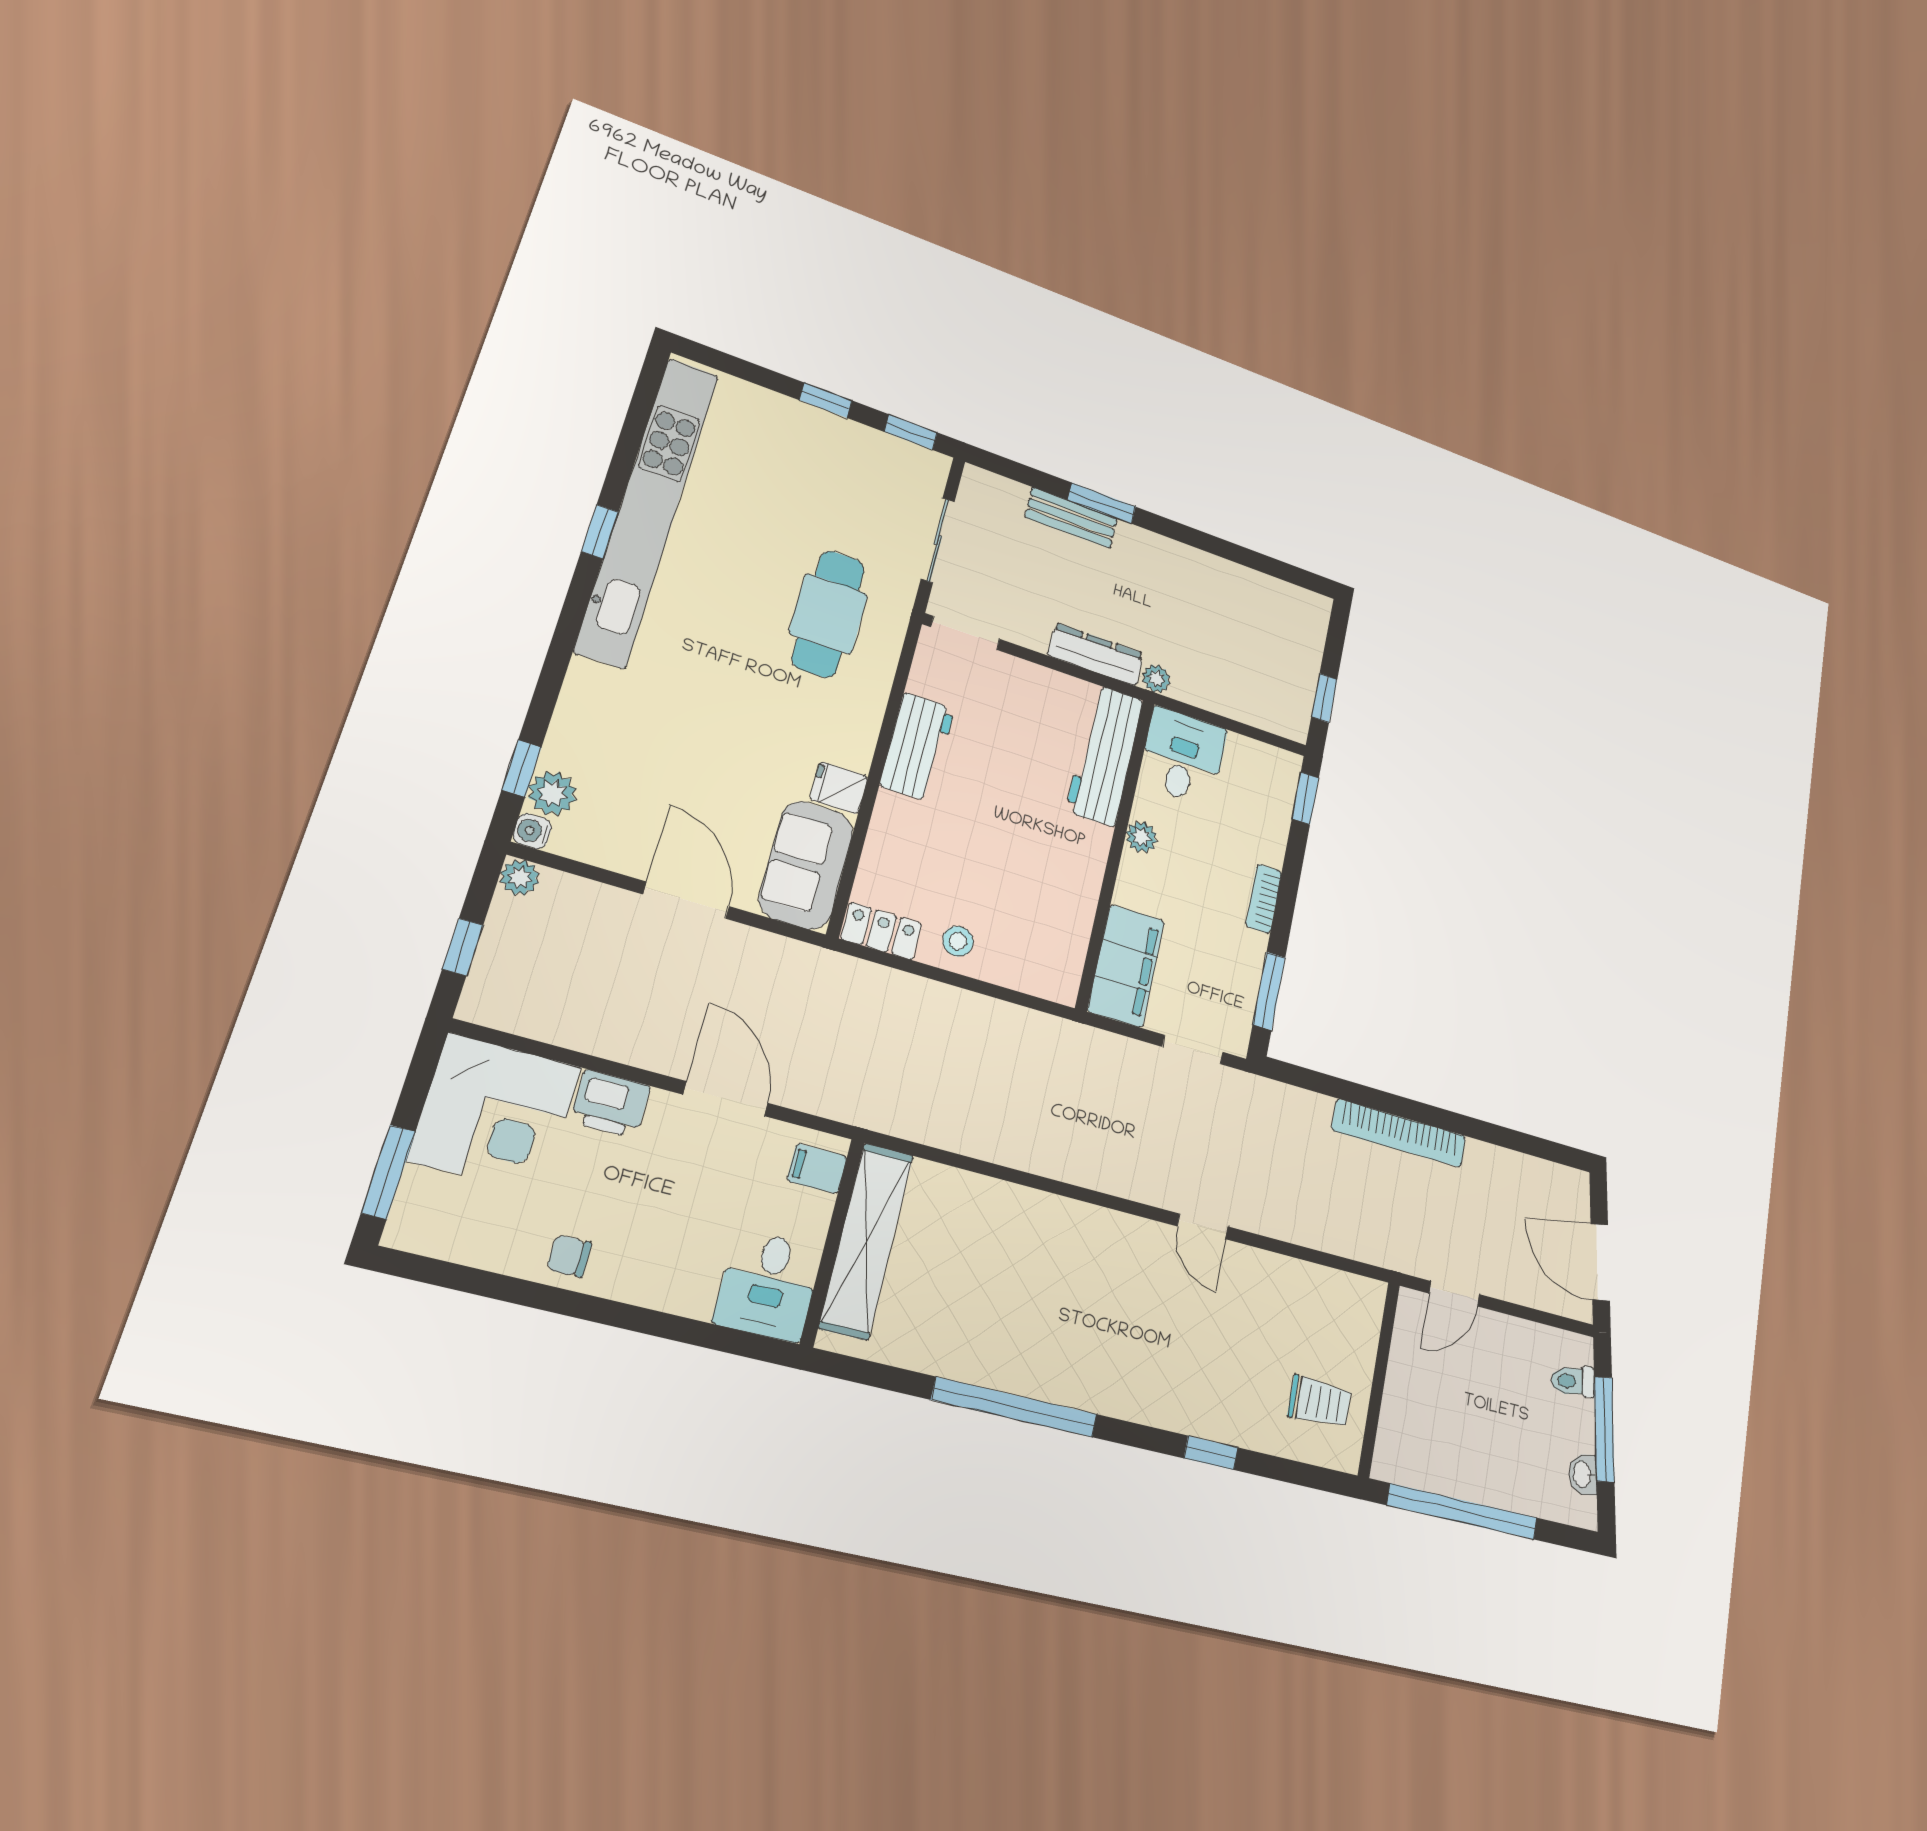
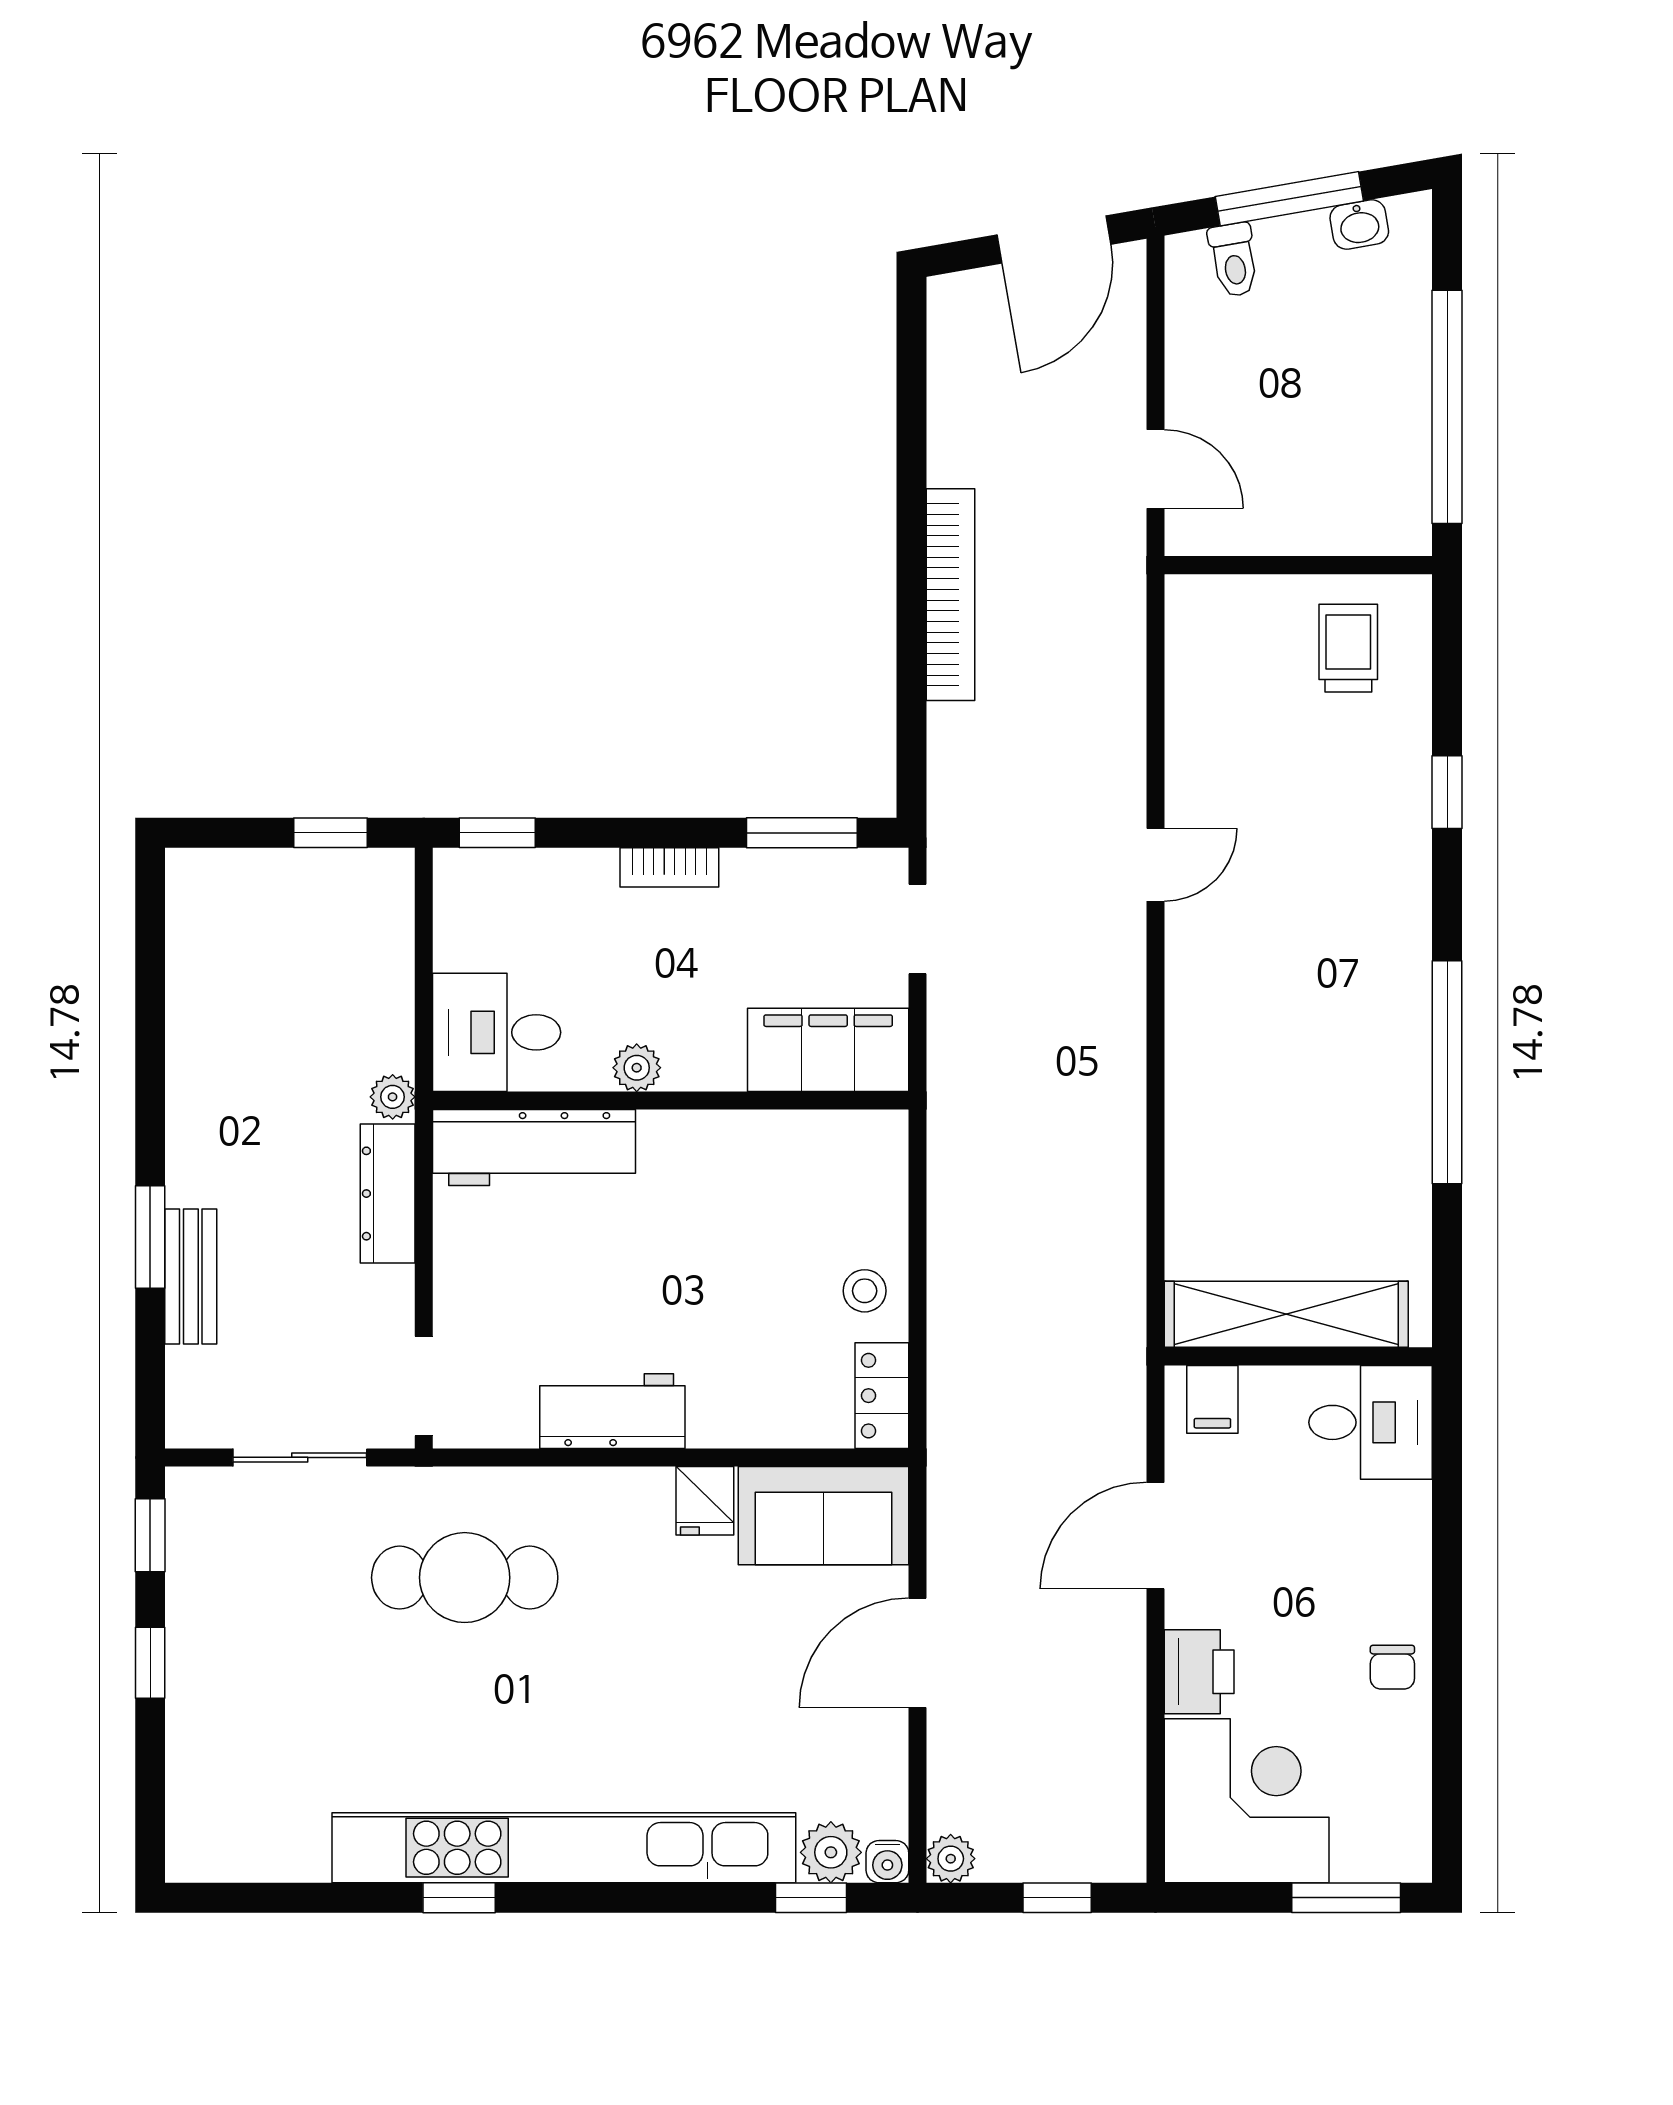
kitchen unit: (648, 510) -> (564, 1848), moved

